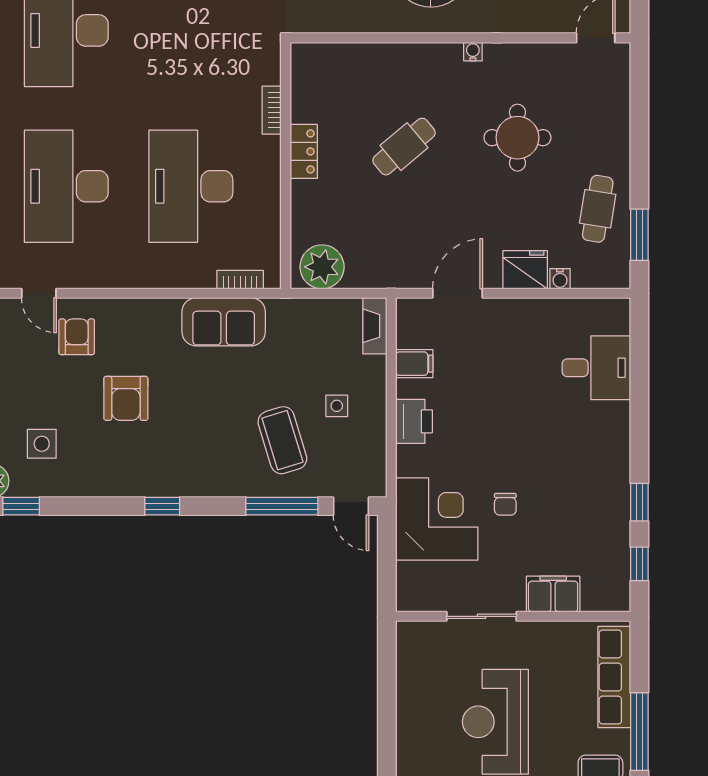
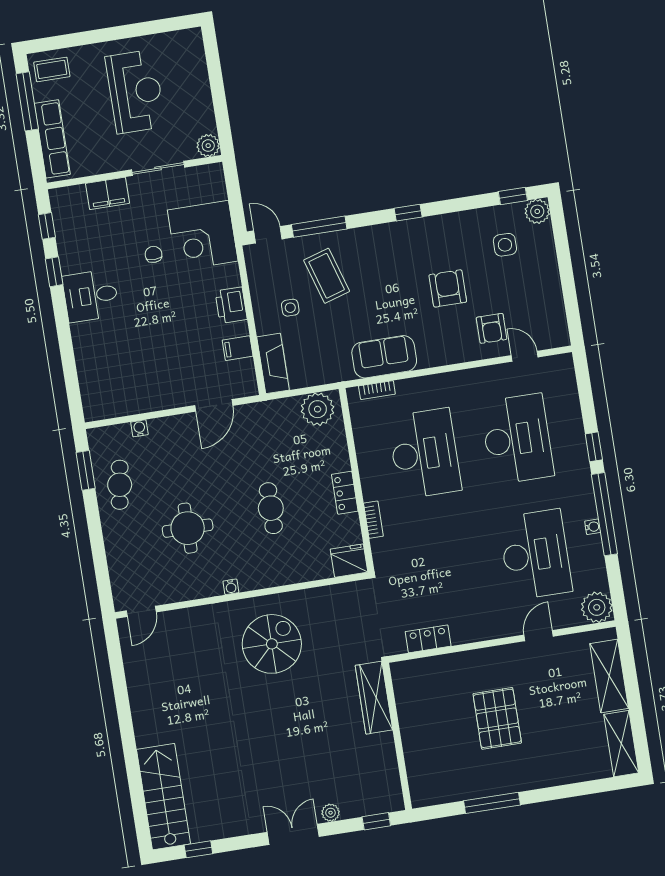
cafe table: (404, 147) -> (271, 508), turned -50
fridge: (525, 270) -> (349, 561), moved, turned 180
fireplace: (375, 326) -> (273, 363), width x1.37, depth x1.32
desk: (596, 368) -> (91, 296), moved
plant: (411, 636) -> (208, 146), added

